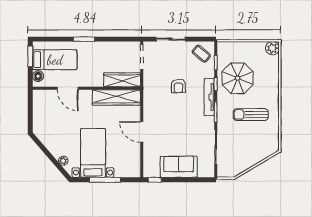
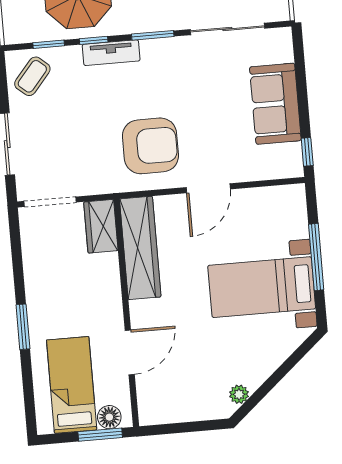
window: (30, 56) -> (100, 435), moved
wardrobe: (122, 80) -> (101, 226), width x0.67
armchair: (178, 86) -> (150, 146), moved, width x1.88, depth x1.88
tv unit: (209, 97) -> (111, 53), width x0.71
plant: (63, 161) -> (239, 394), moved

